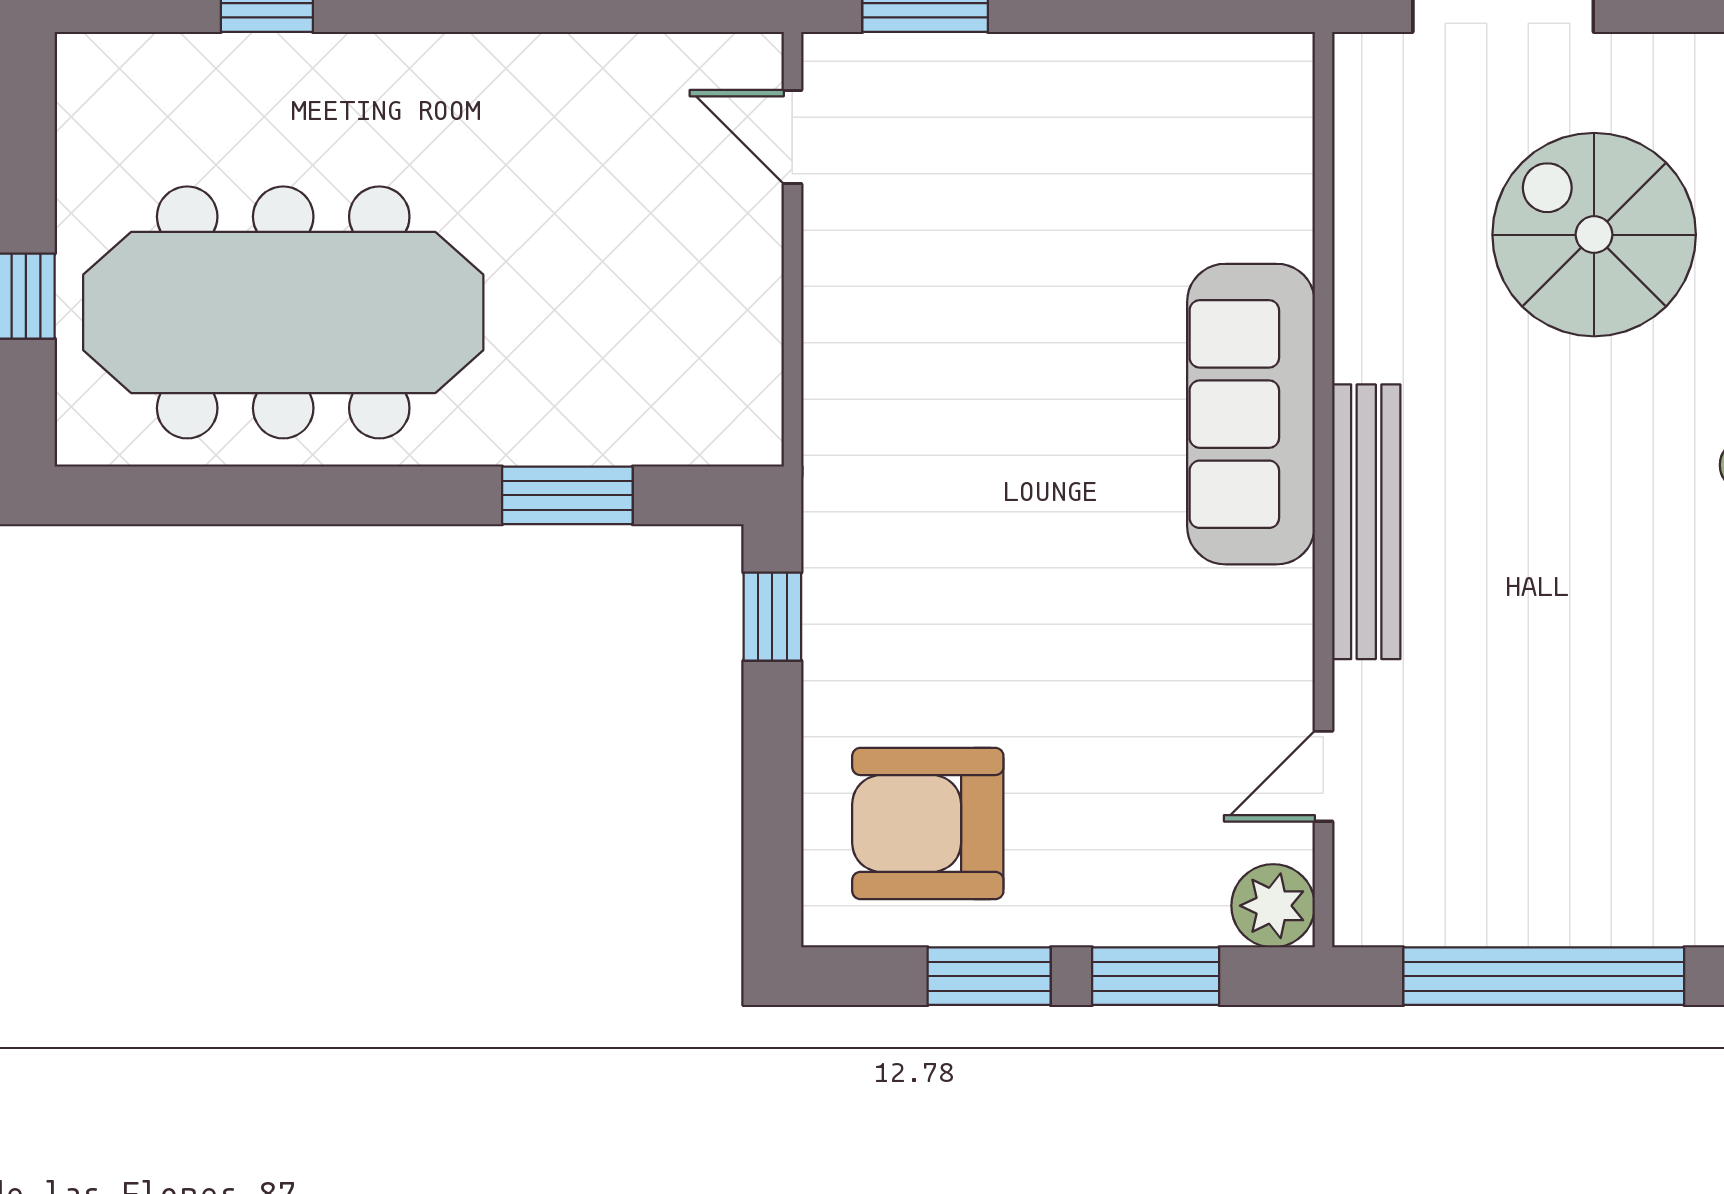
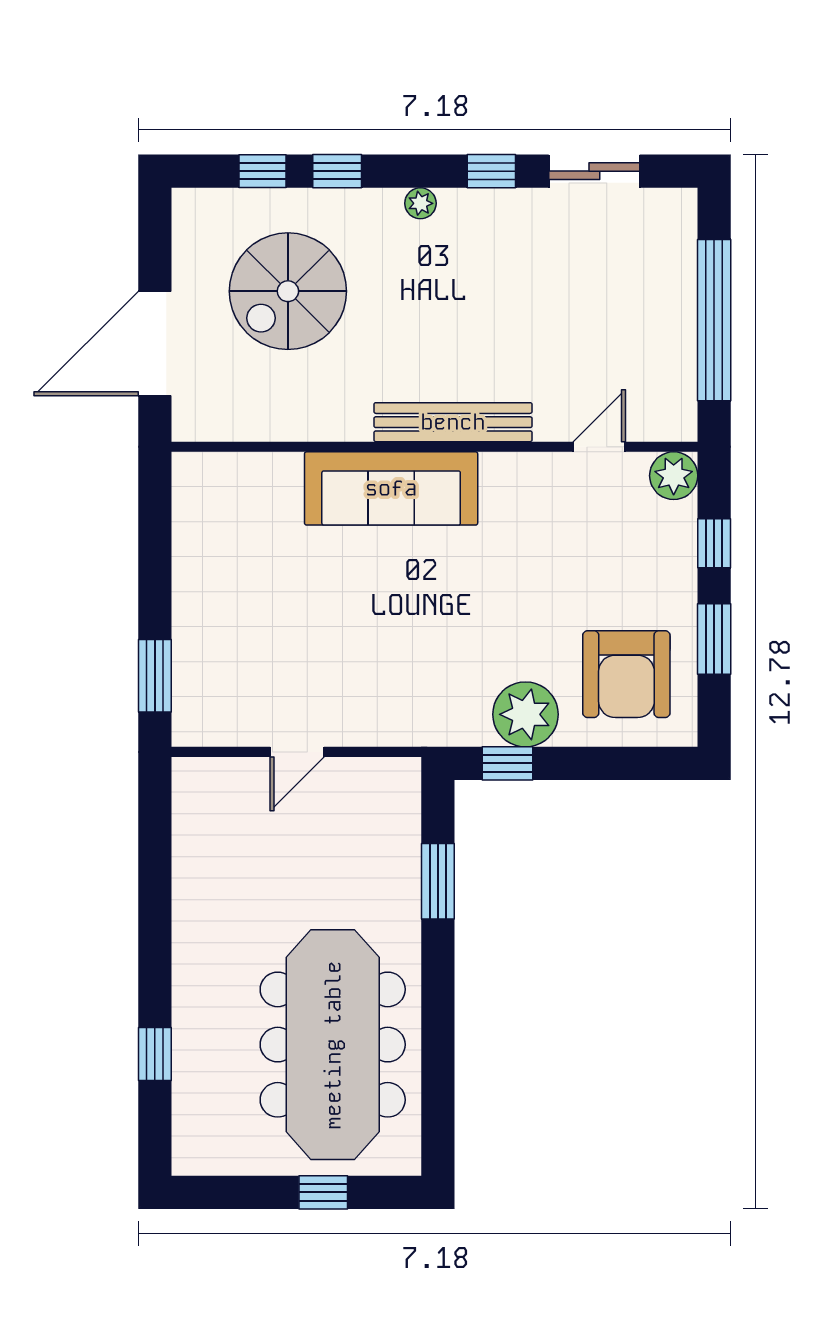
door: (792, 137) -> (297, 752), moved
plant: (858, 648) -> (525, 714), added
door: (1323, 776) -> (599, 447), swing flipped
window: (1156, 976) -> (714, 543), width x0.67

